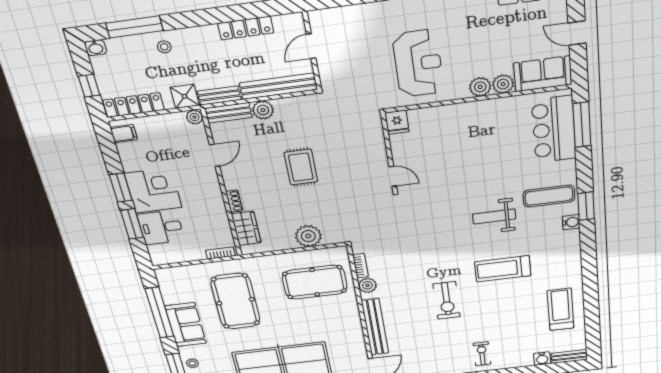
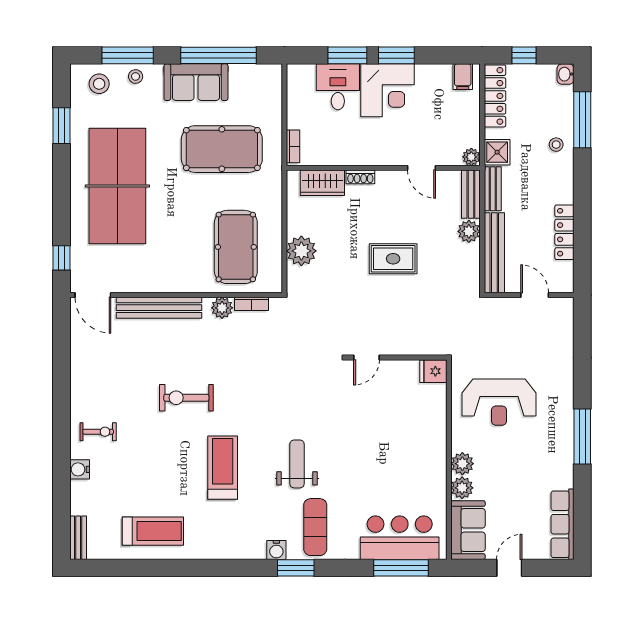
water cooler: (542, 359) -> (80, 469), moved

